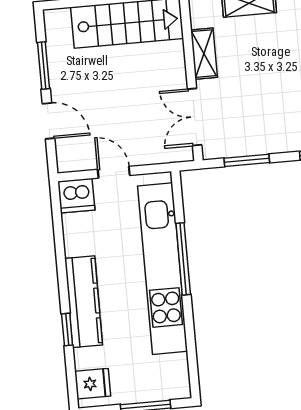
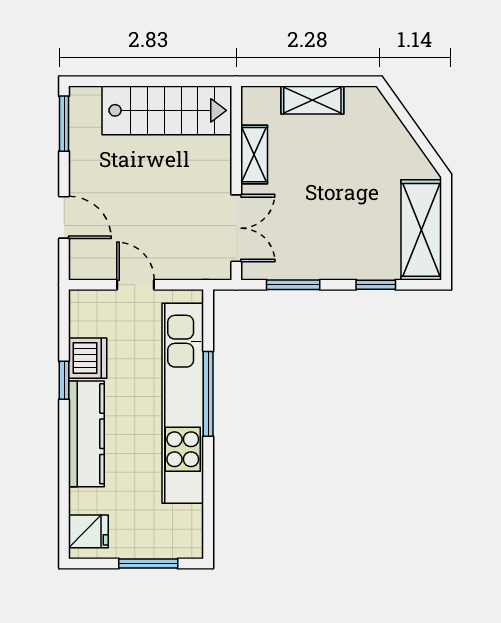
window: (44, 66) -> (64, 124), moved
double door: (195, 117) -> (236, 228), swing flipped
dishwasher: (76, 196) -> (88, 358), moved, turned -90
window: (67, 330) -> (64, 380), moved

